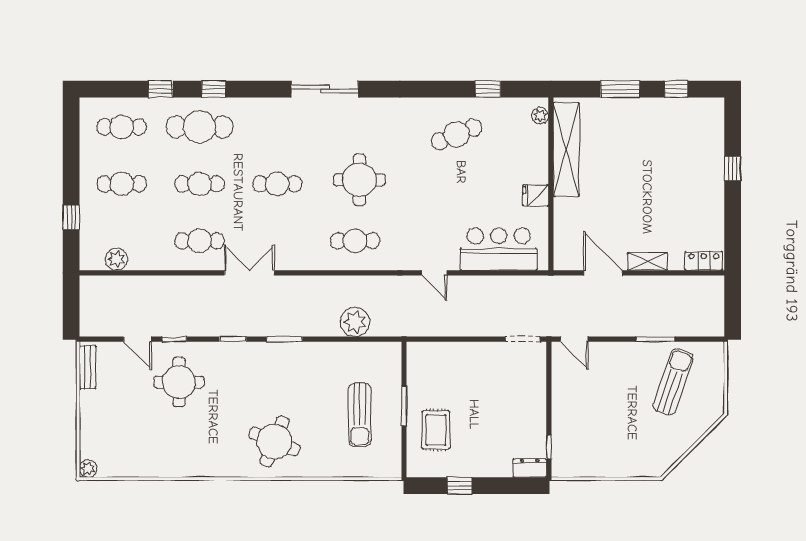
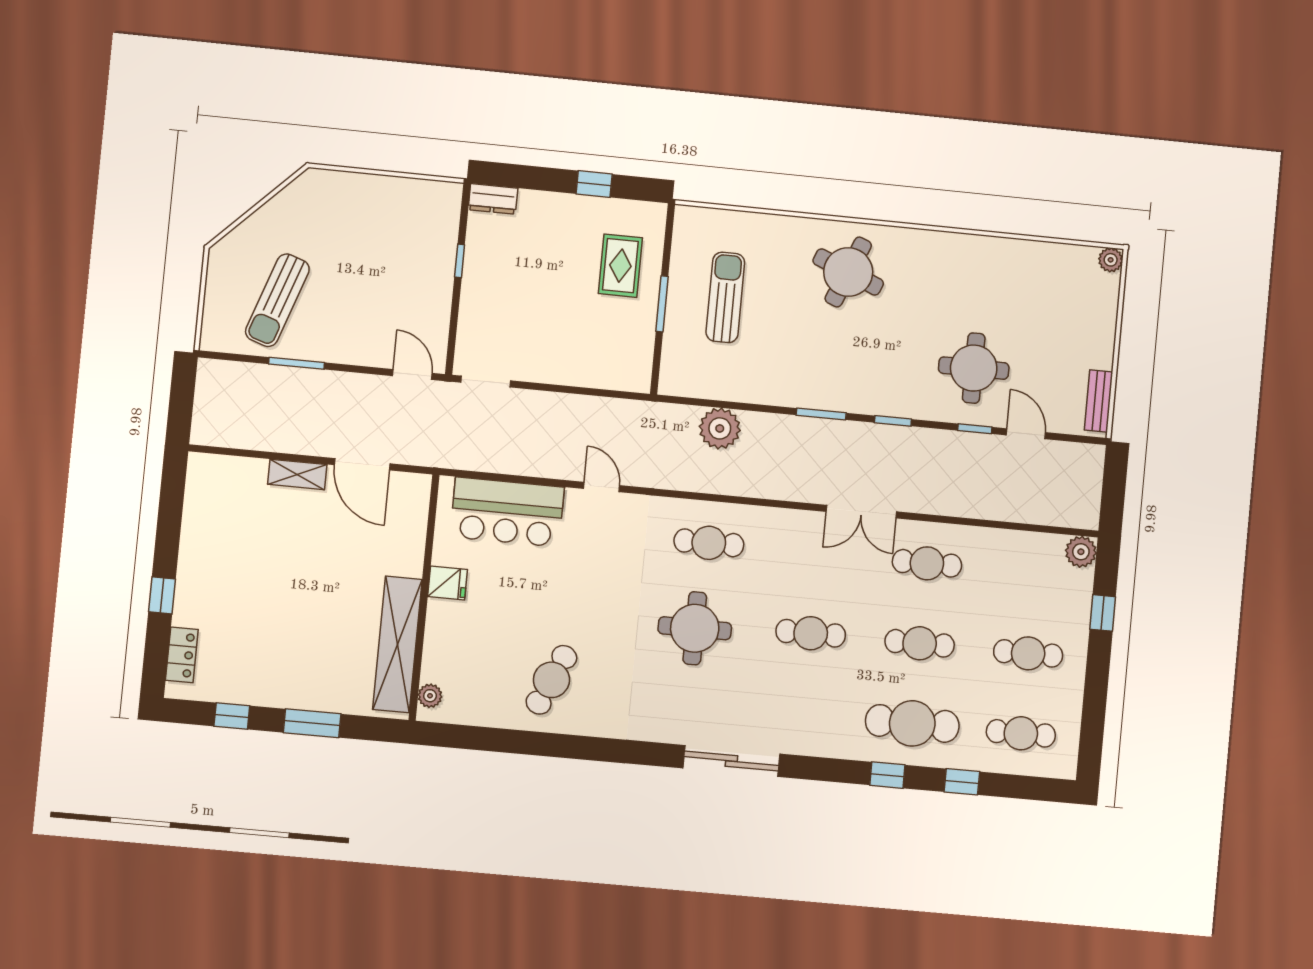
window: (488, 89) -> (501, 740), removed
cafe table: (456, 134) -> (551, 680), turned -44
plant: (116, 259) -> (1081, 552), moved
locker: (704, 261) -> (182, 655), moved, turned -90
window: (549, 447) -> (460, 261), moved

